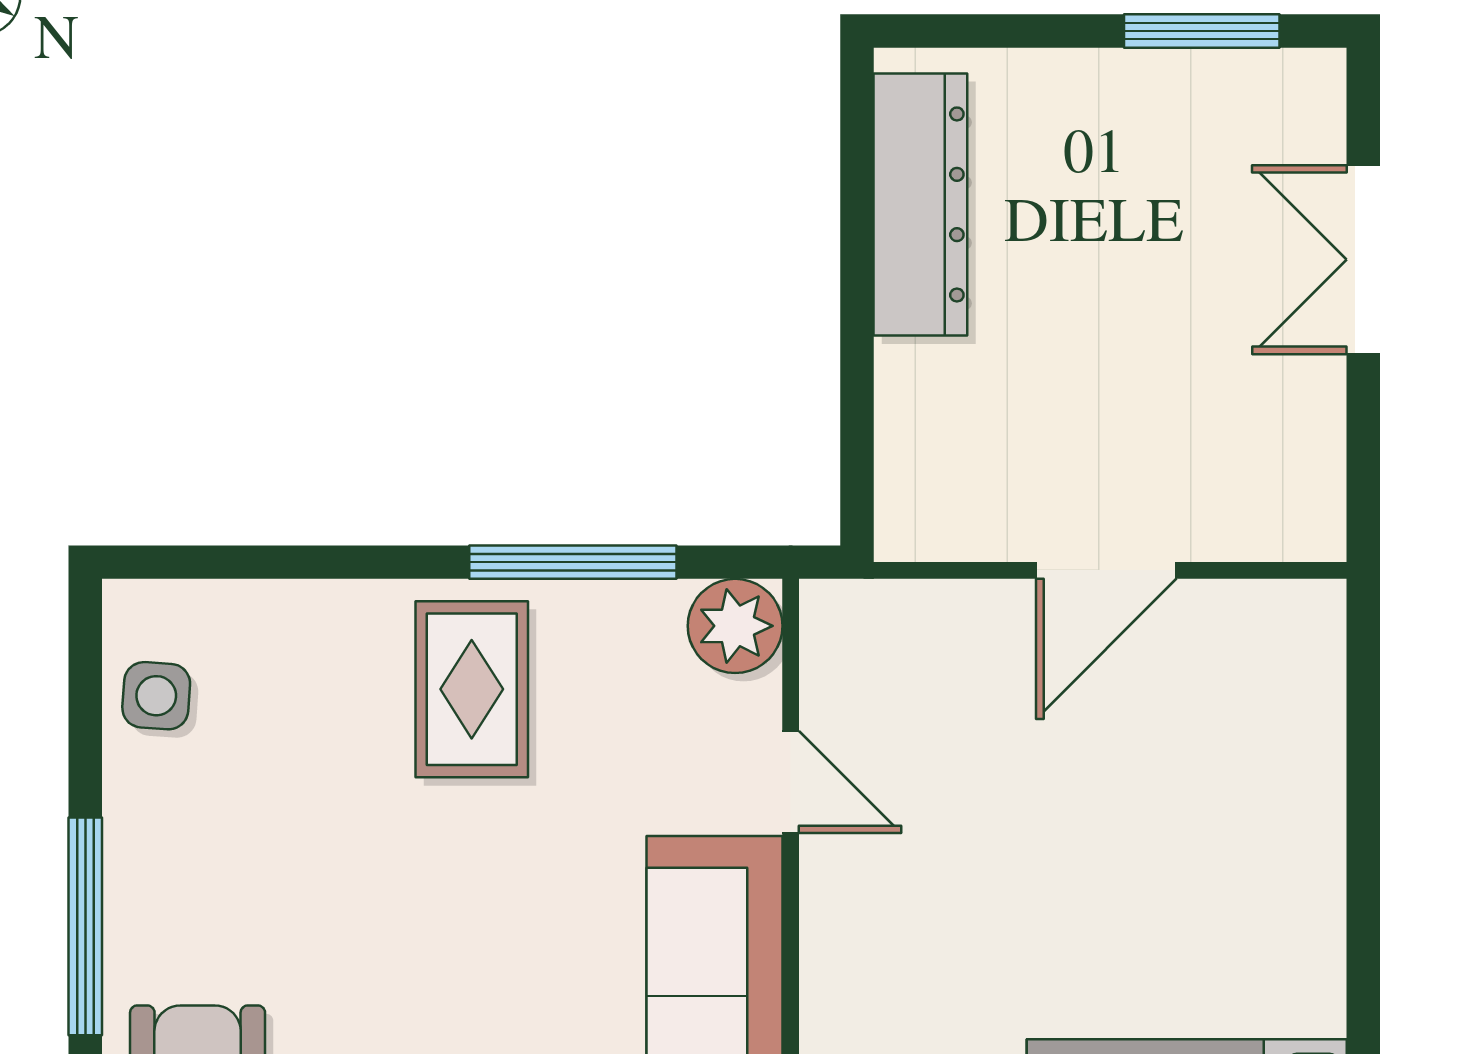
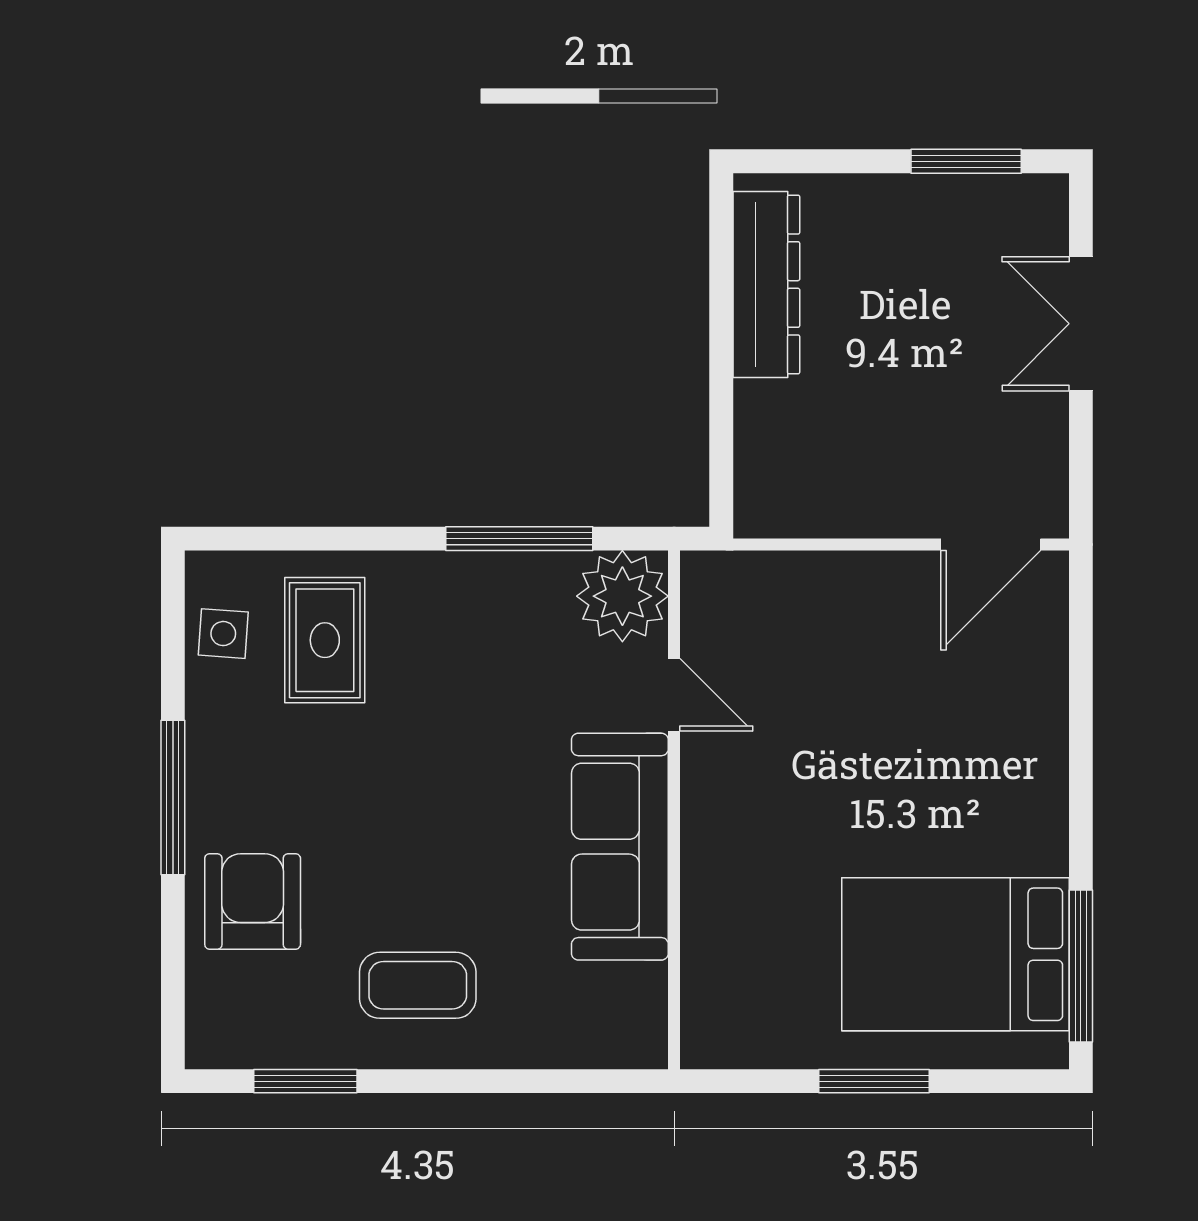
door: (1106, 570) -> (991, 545), moved
plant: (735, 626) -> (622, 596), width x1.36, depth x1.36
rug: (472, 689) -> (325, 640), moved

